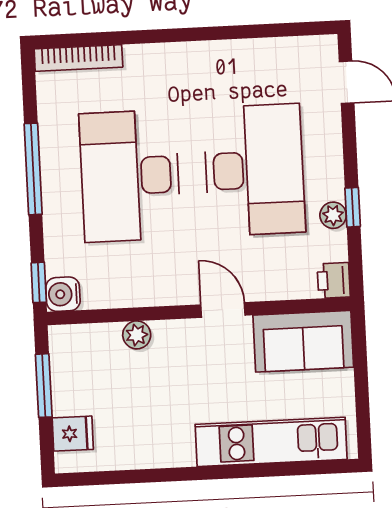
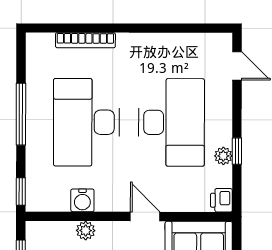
bookcase: (78, 58) -> (85, 40), moved
water cooler: (63, 294) -> (82, 200), moved, turned -90

